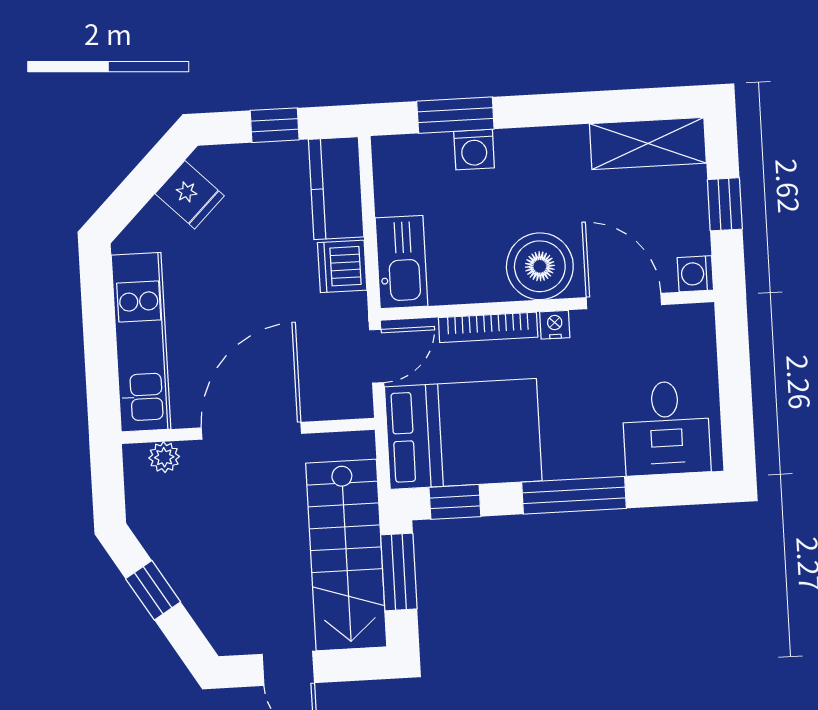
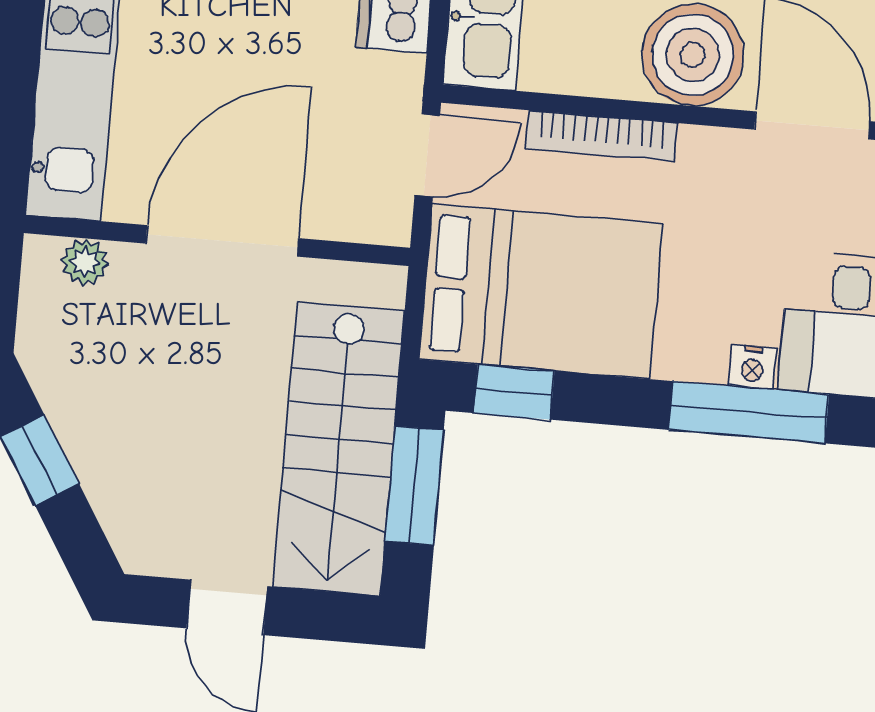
nightstand: (555, 325) -> (753, 367), moved, turned 180
window: (574, 495) -> (749, 412), moved

